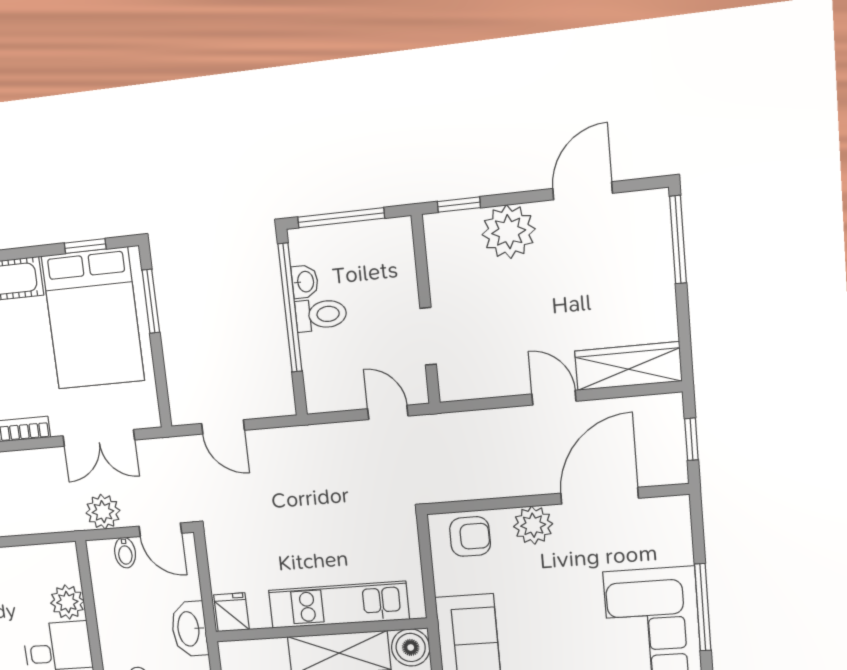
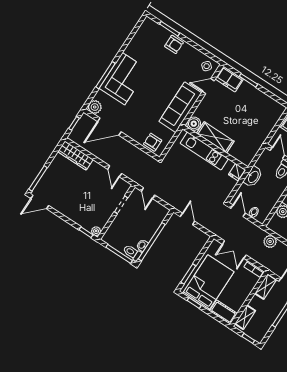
door: (583, 191) -> (40, 202), moved
plant: (509, 232) -> (96, 231), moved, width x0.53, depth x0.53
toilet: (321, 315) -> (132, 253), moved
door: (554, 398) -> (115, 171), moved
door: (223, 427) -> (187, 219), moved
double door: (99, 438) -> (234, 250), swing flipped
plant: (103, 512) -> (270, 241), moved
plant: (533, 525) -> (95, 107), moved

